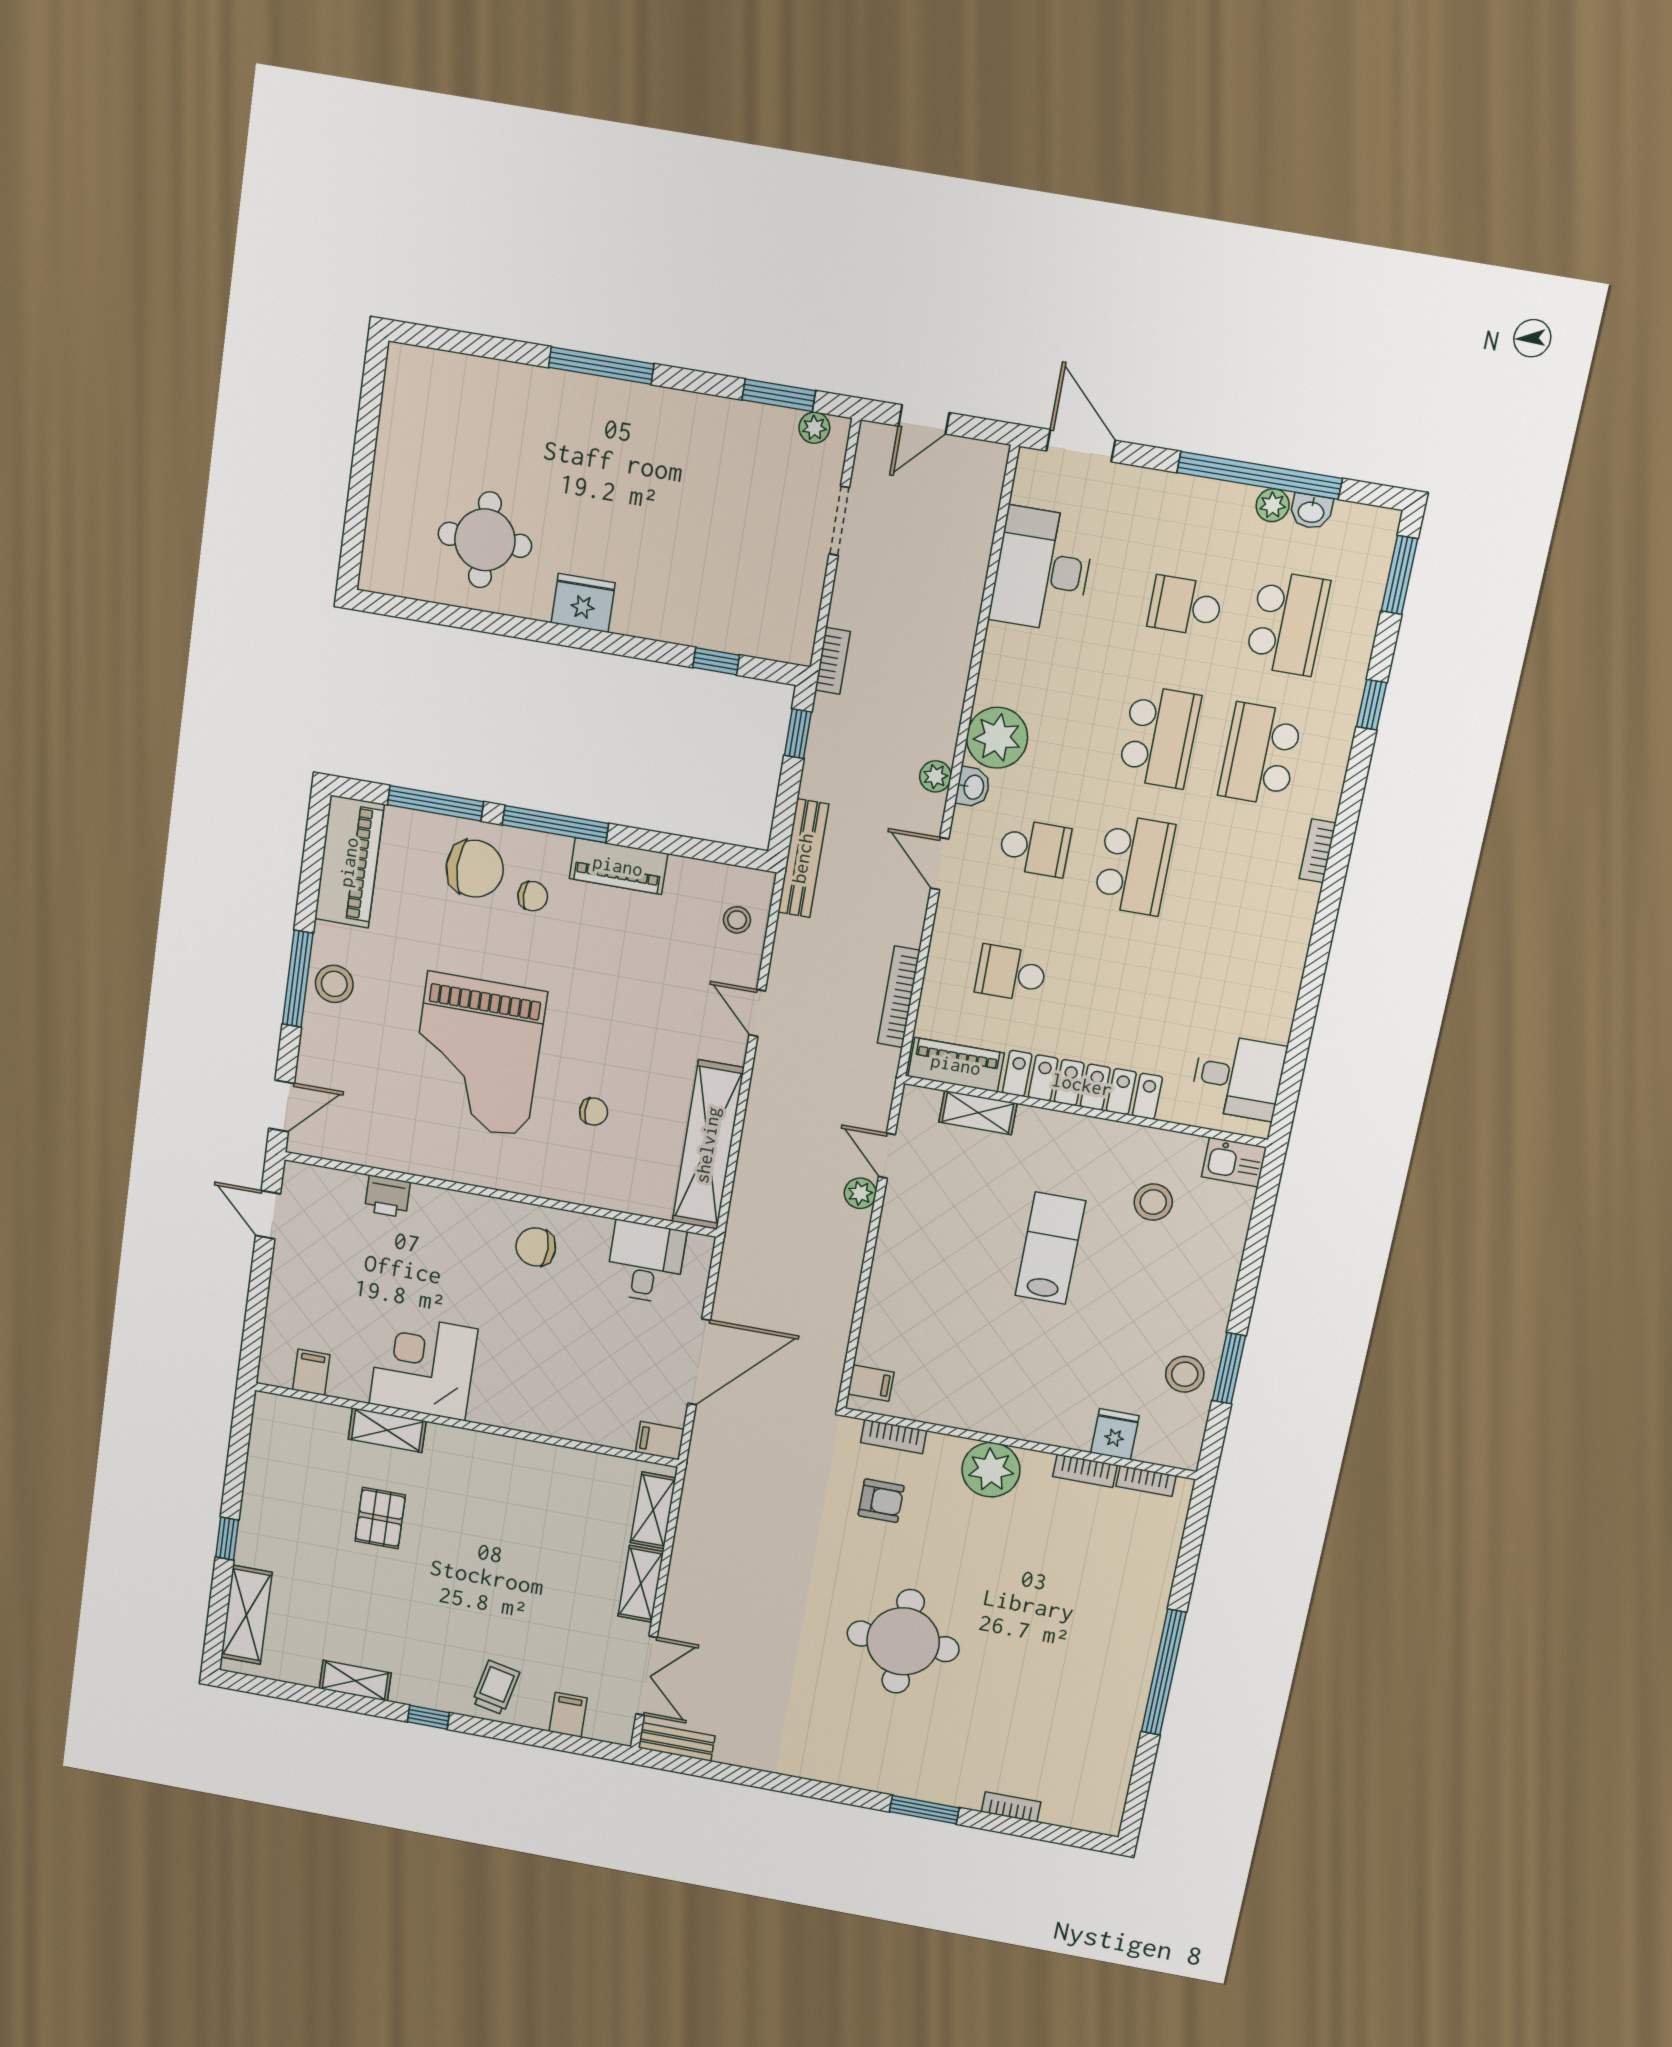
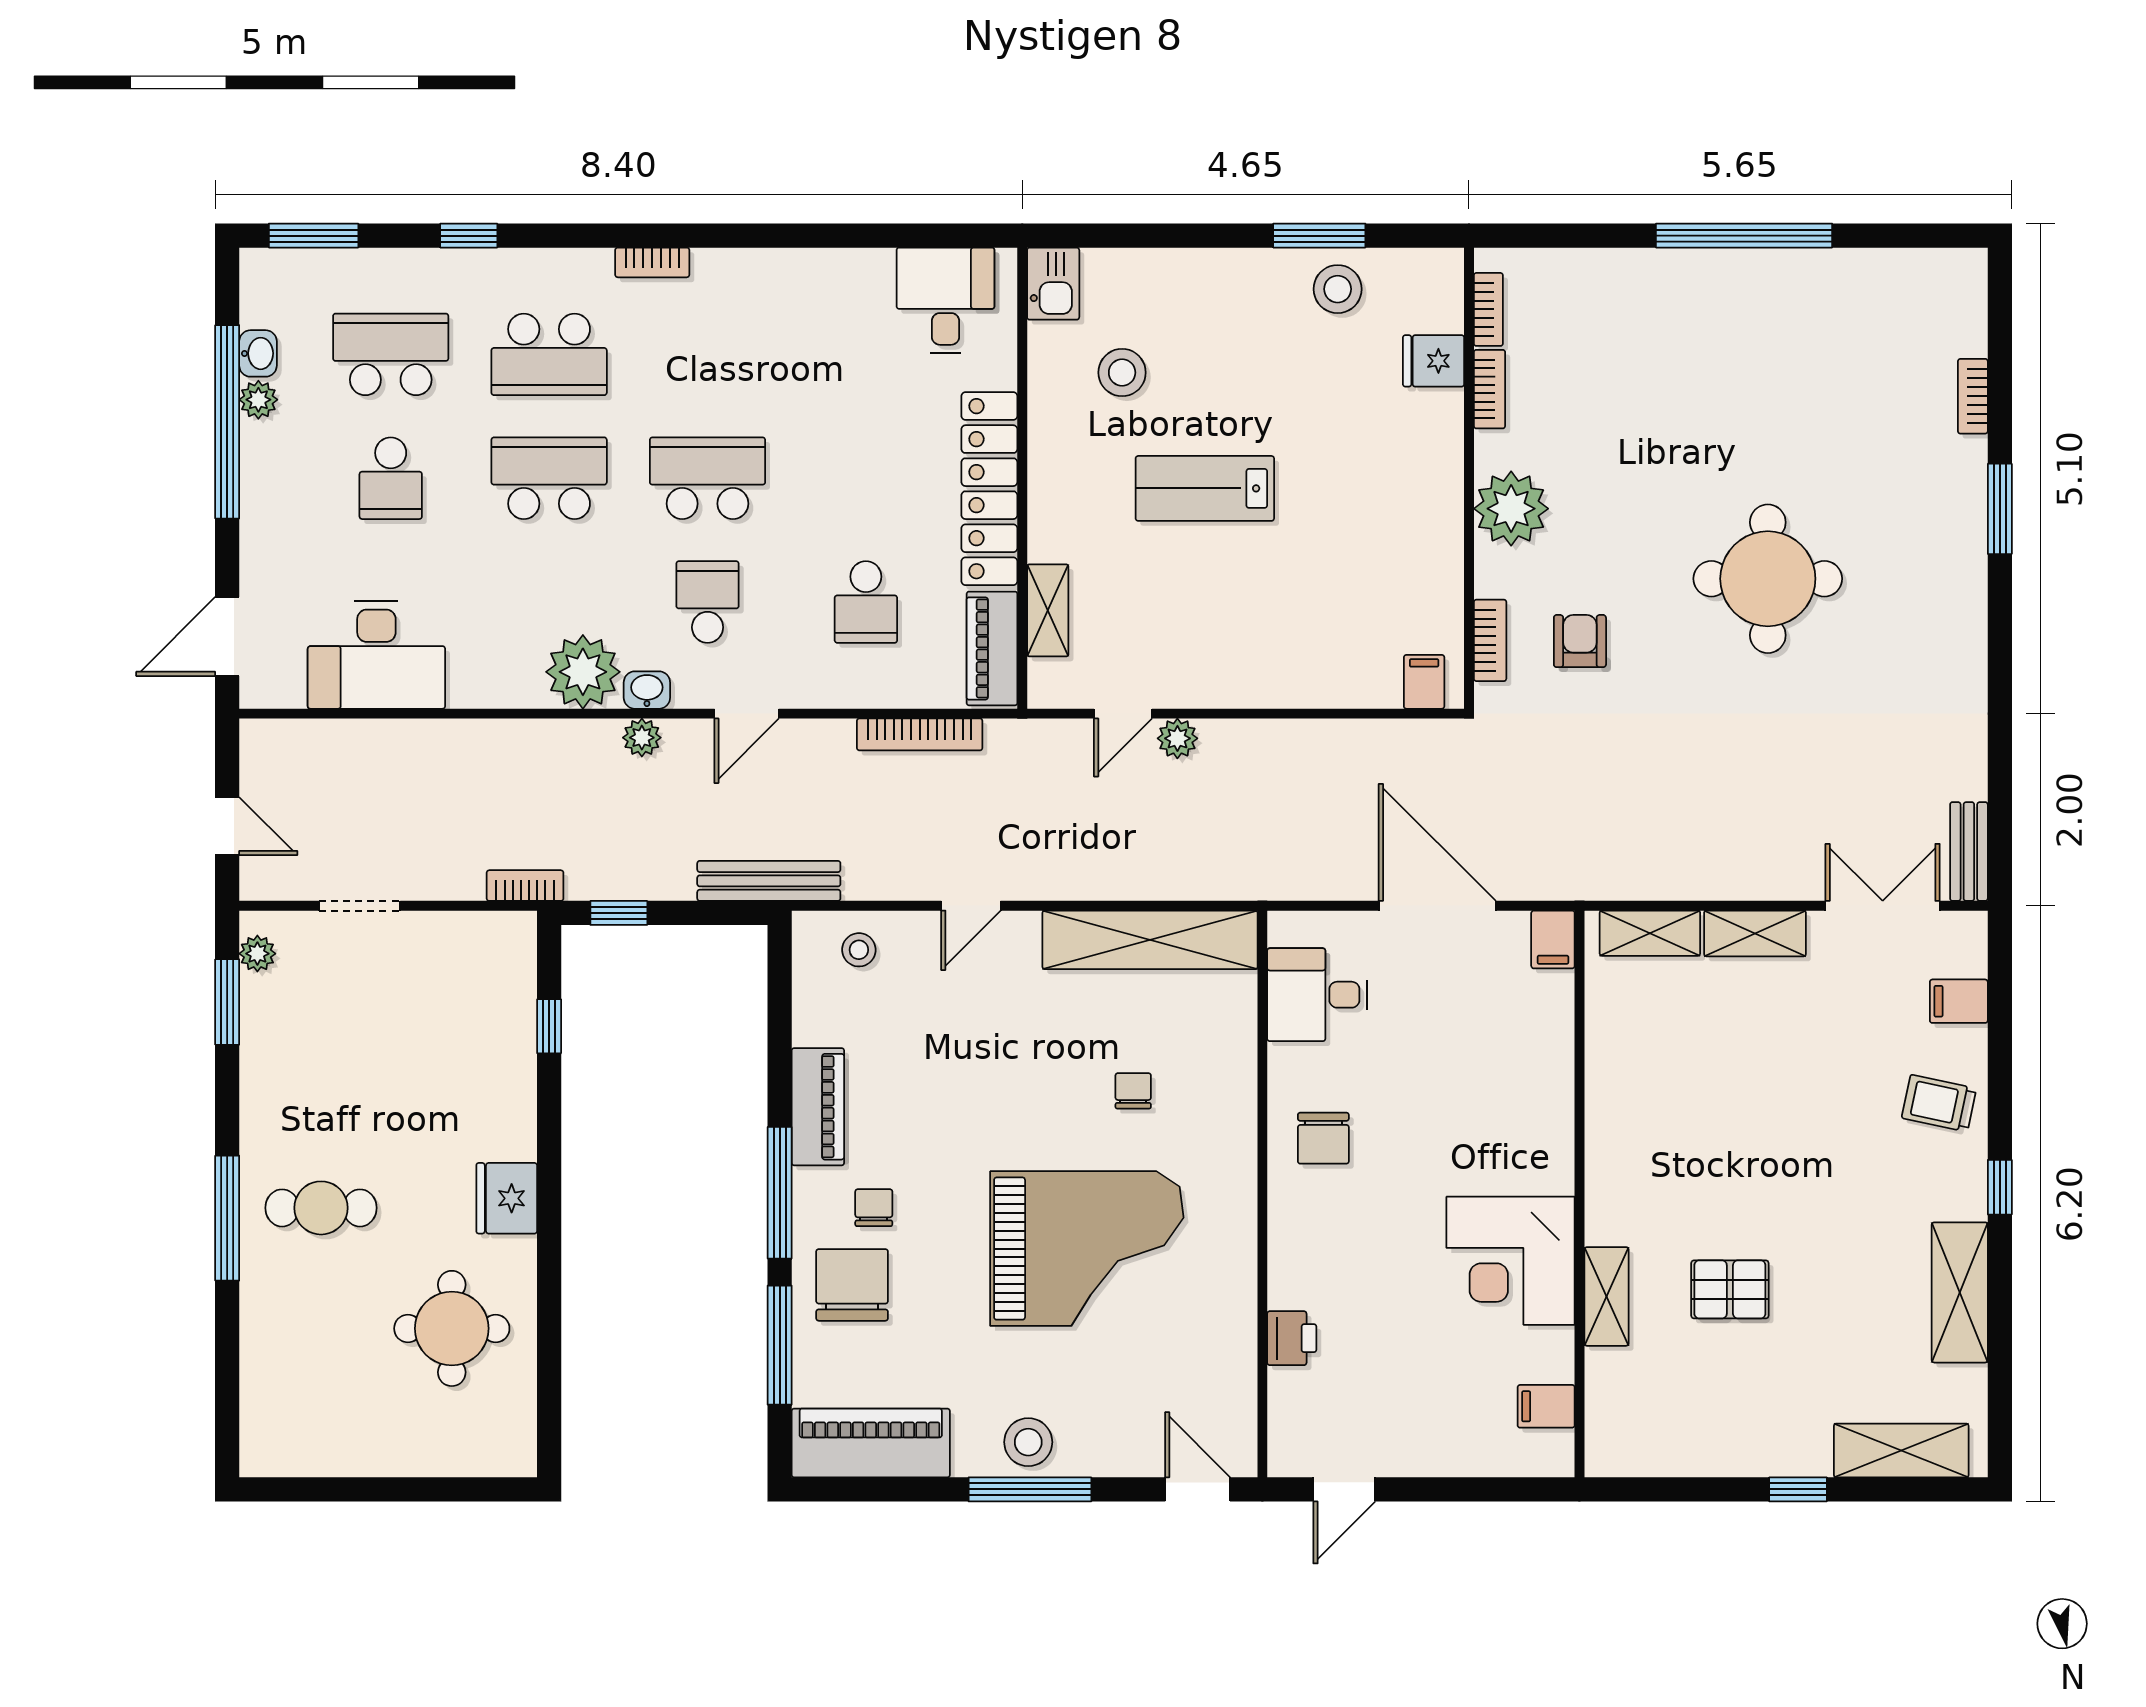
cafe table: (598, 447) -> (321, 1208), added
shelving: (355, 1681) -> (1960, 1292), width x1.50, depth x1.33

